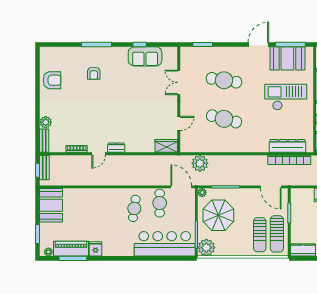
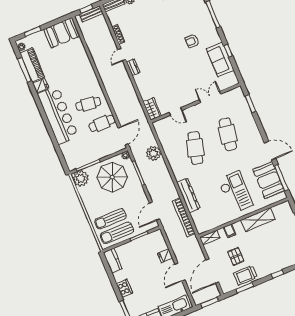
armchair: (94, 73) -> (192, 41), moved
dresser: (288, 146) -> (188, 195), moved
door: (99, 154) -> (122, 55), hinge flipped
plant: (200, 163) -> (154, 153), moved
bar counter: (165, 244) -> (58, 115), moved

